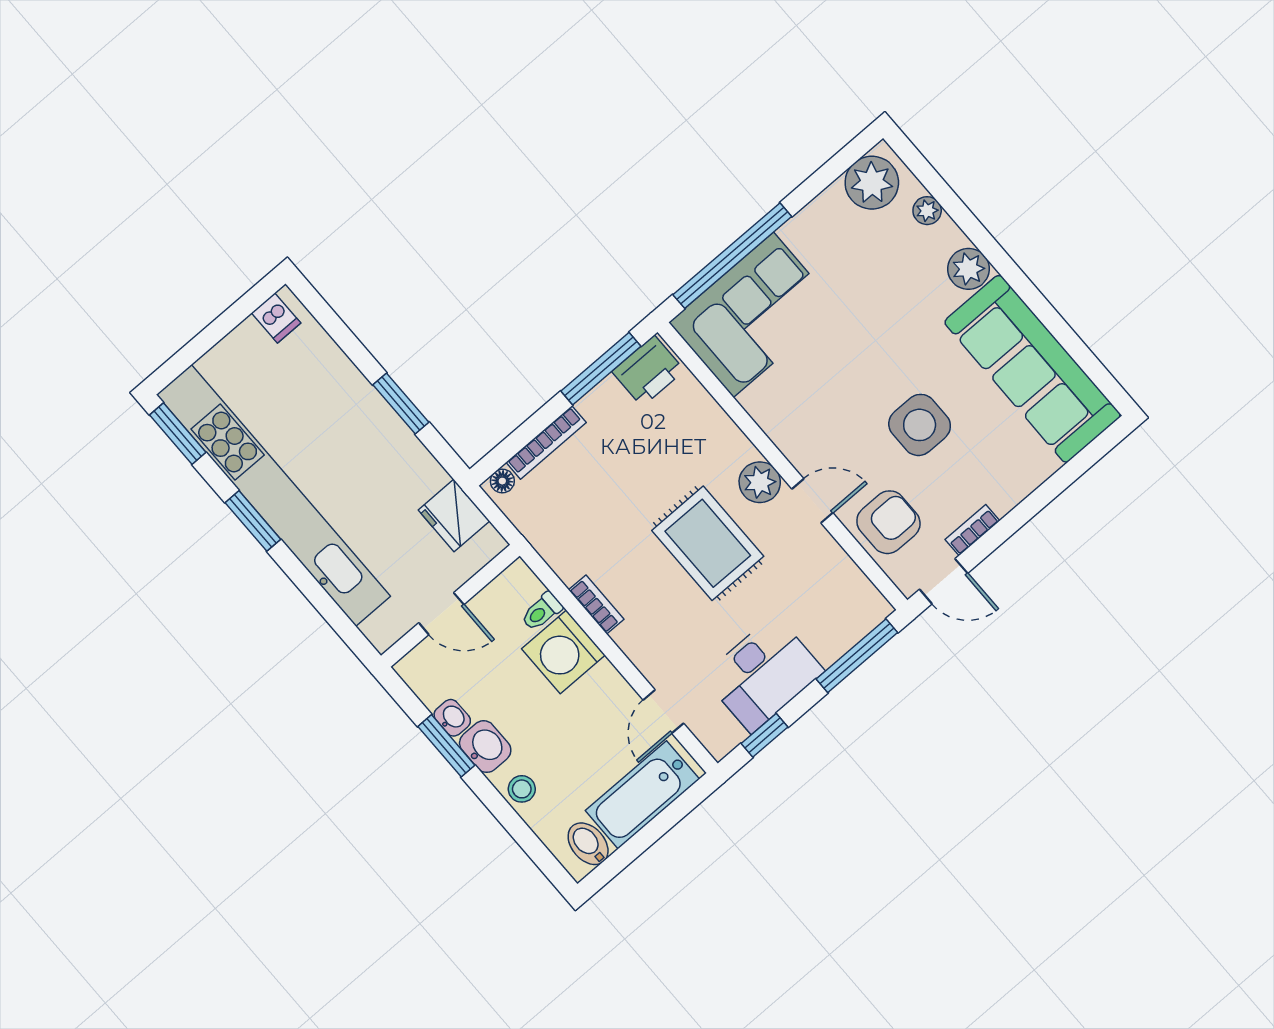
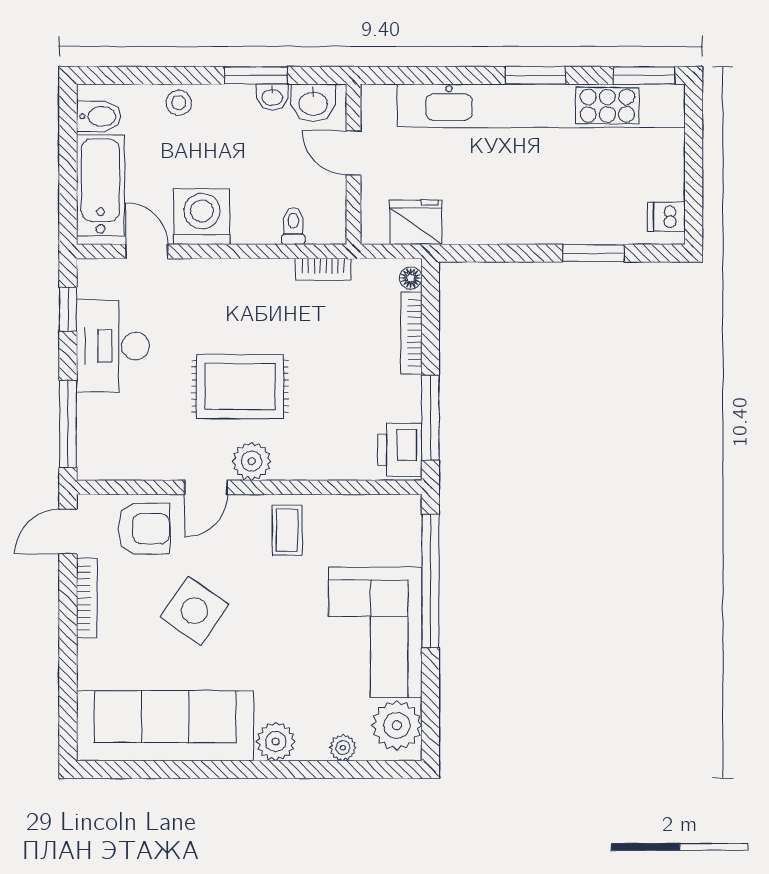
corner sofa: (753, 315) -> (375, 632), moved
window: (401, 403) -> (593, 253), moved
coffee table: (791, 406) -> (287, 530), added
side table: (920, 425) -> (194, 611), turned 35
armchair: (888, 522) -> (144, 529), turned -90
bookcase: (972, 530) -> (87, 598), width x1.56
bookcase: (596, 604) -> (323, 269), moved
door: (441, 614) -> (353, 153), hinge flipped
washing machine: (563, 652) -> (202, 217), moved
washbasin: (485, 747) -> (313, 103), moved

